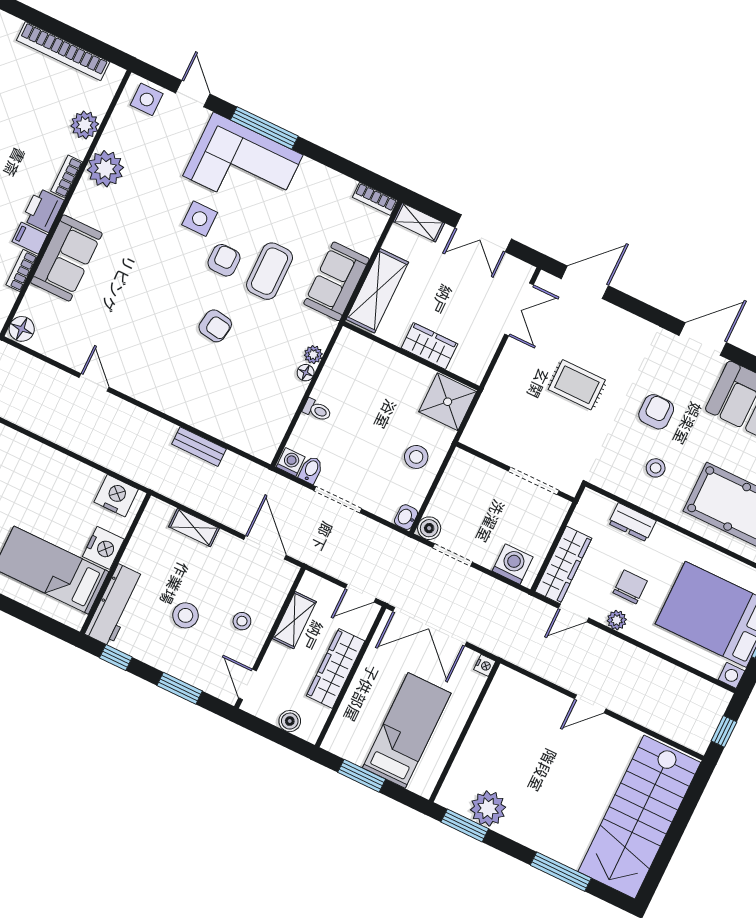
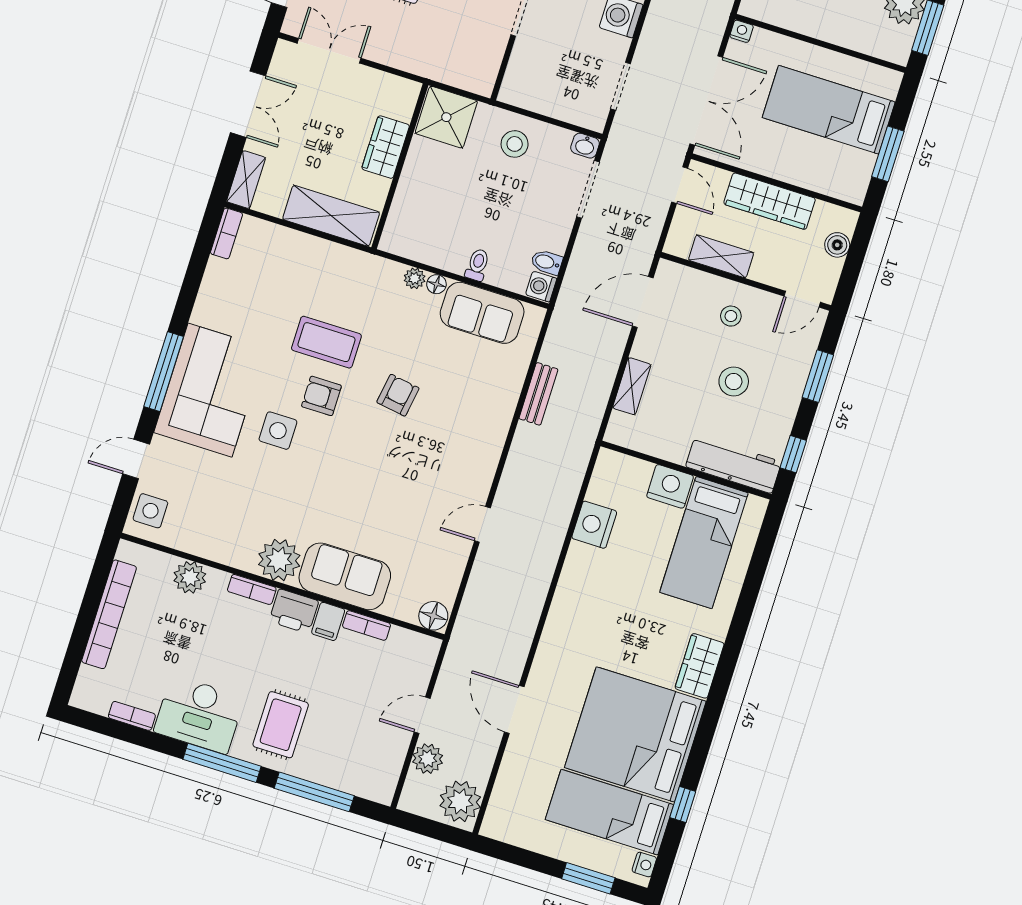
plant: (105, 169) -> (279, 560), moved
sofa: (336, 281) -> (482, 313), moved
nightstand: (116, 496) -> (594, 525), moved
doorway: (338, 500) -> (588, 189), moved
boiler: (429, 528) -> (594, 117), removed

